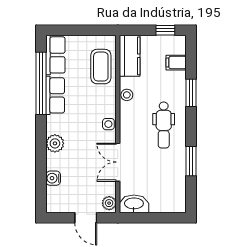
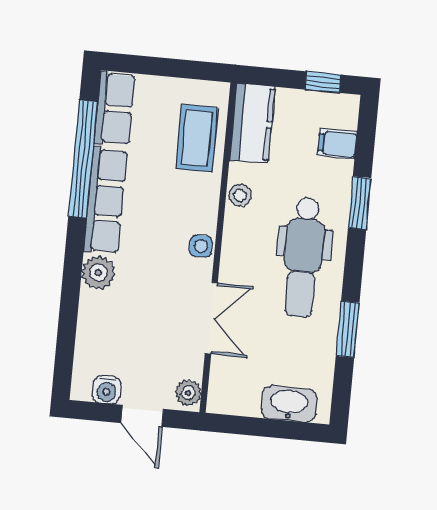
row of seats: (55, 95) -> (105, 201), width x1.48
dental chair: (164, 125) -> (303, 257), width x1.36, depth x1.38
double door: (118, 162) -> (211, 318), swing flipped
water cooler: (53, 178) -> (107, 390), moved, turned -90
washbasin: (134, 204) -> (289, 404), moved

